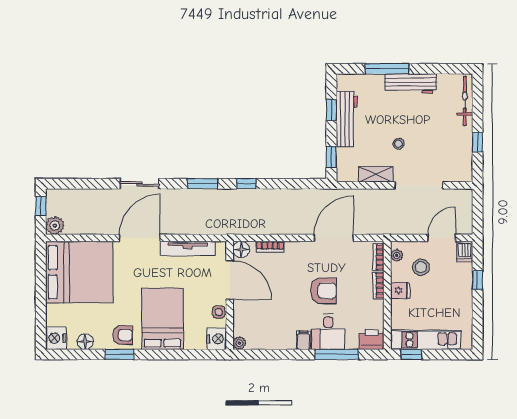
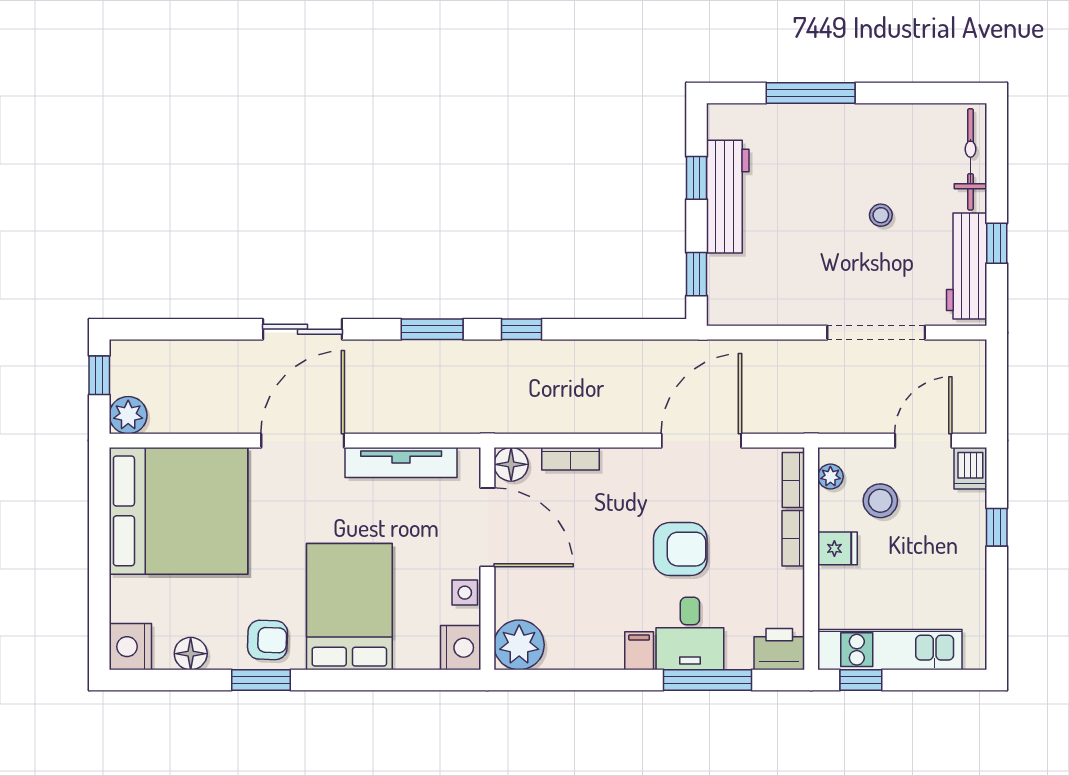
workbench: (411, 83) -> (967, 266), moved, turned 90
stool: (398, 144) -> (881, 215), moved
shelving: (376, 174) -> (787, 310), removed
plant: (239, 343) -> (519, 645), width x1.88, depth x1.88

